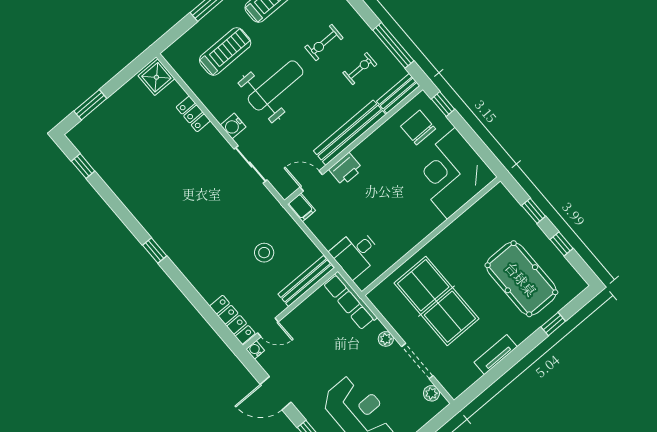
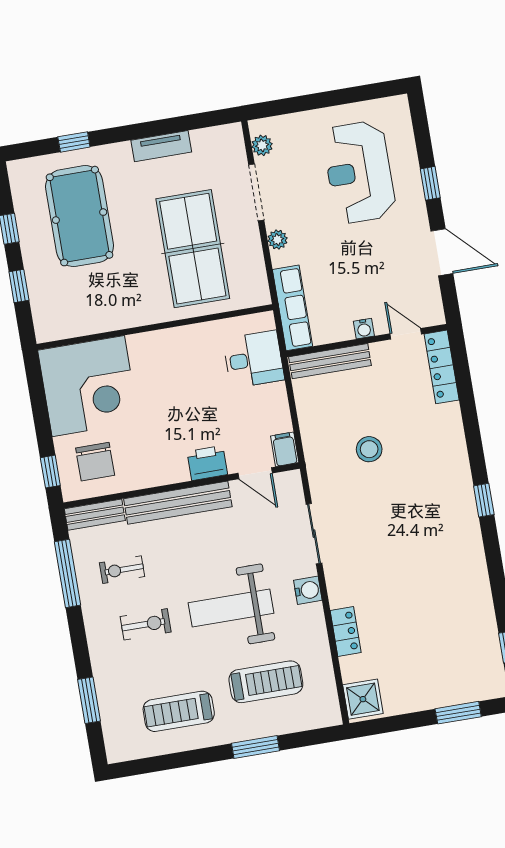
treadmill: (225, 51) -> (266, 682), turned 180
stool: (264, 253) -> (369, 449), moved
water cooler: (255, 350) -> (364, 329), moved

